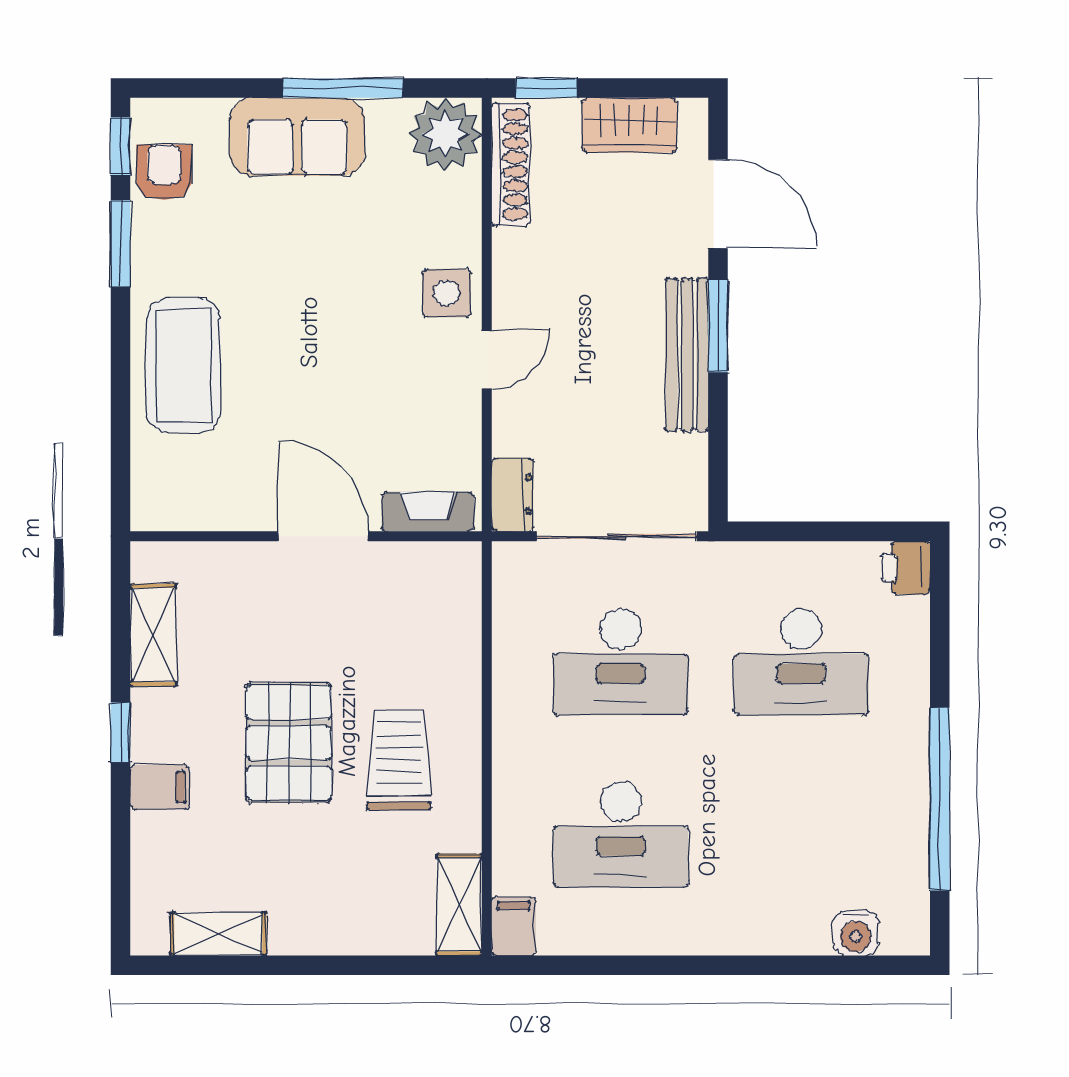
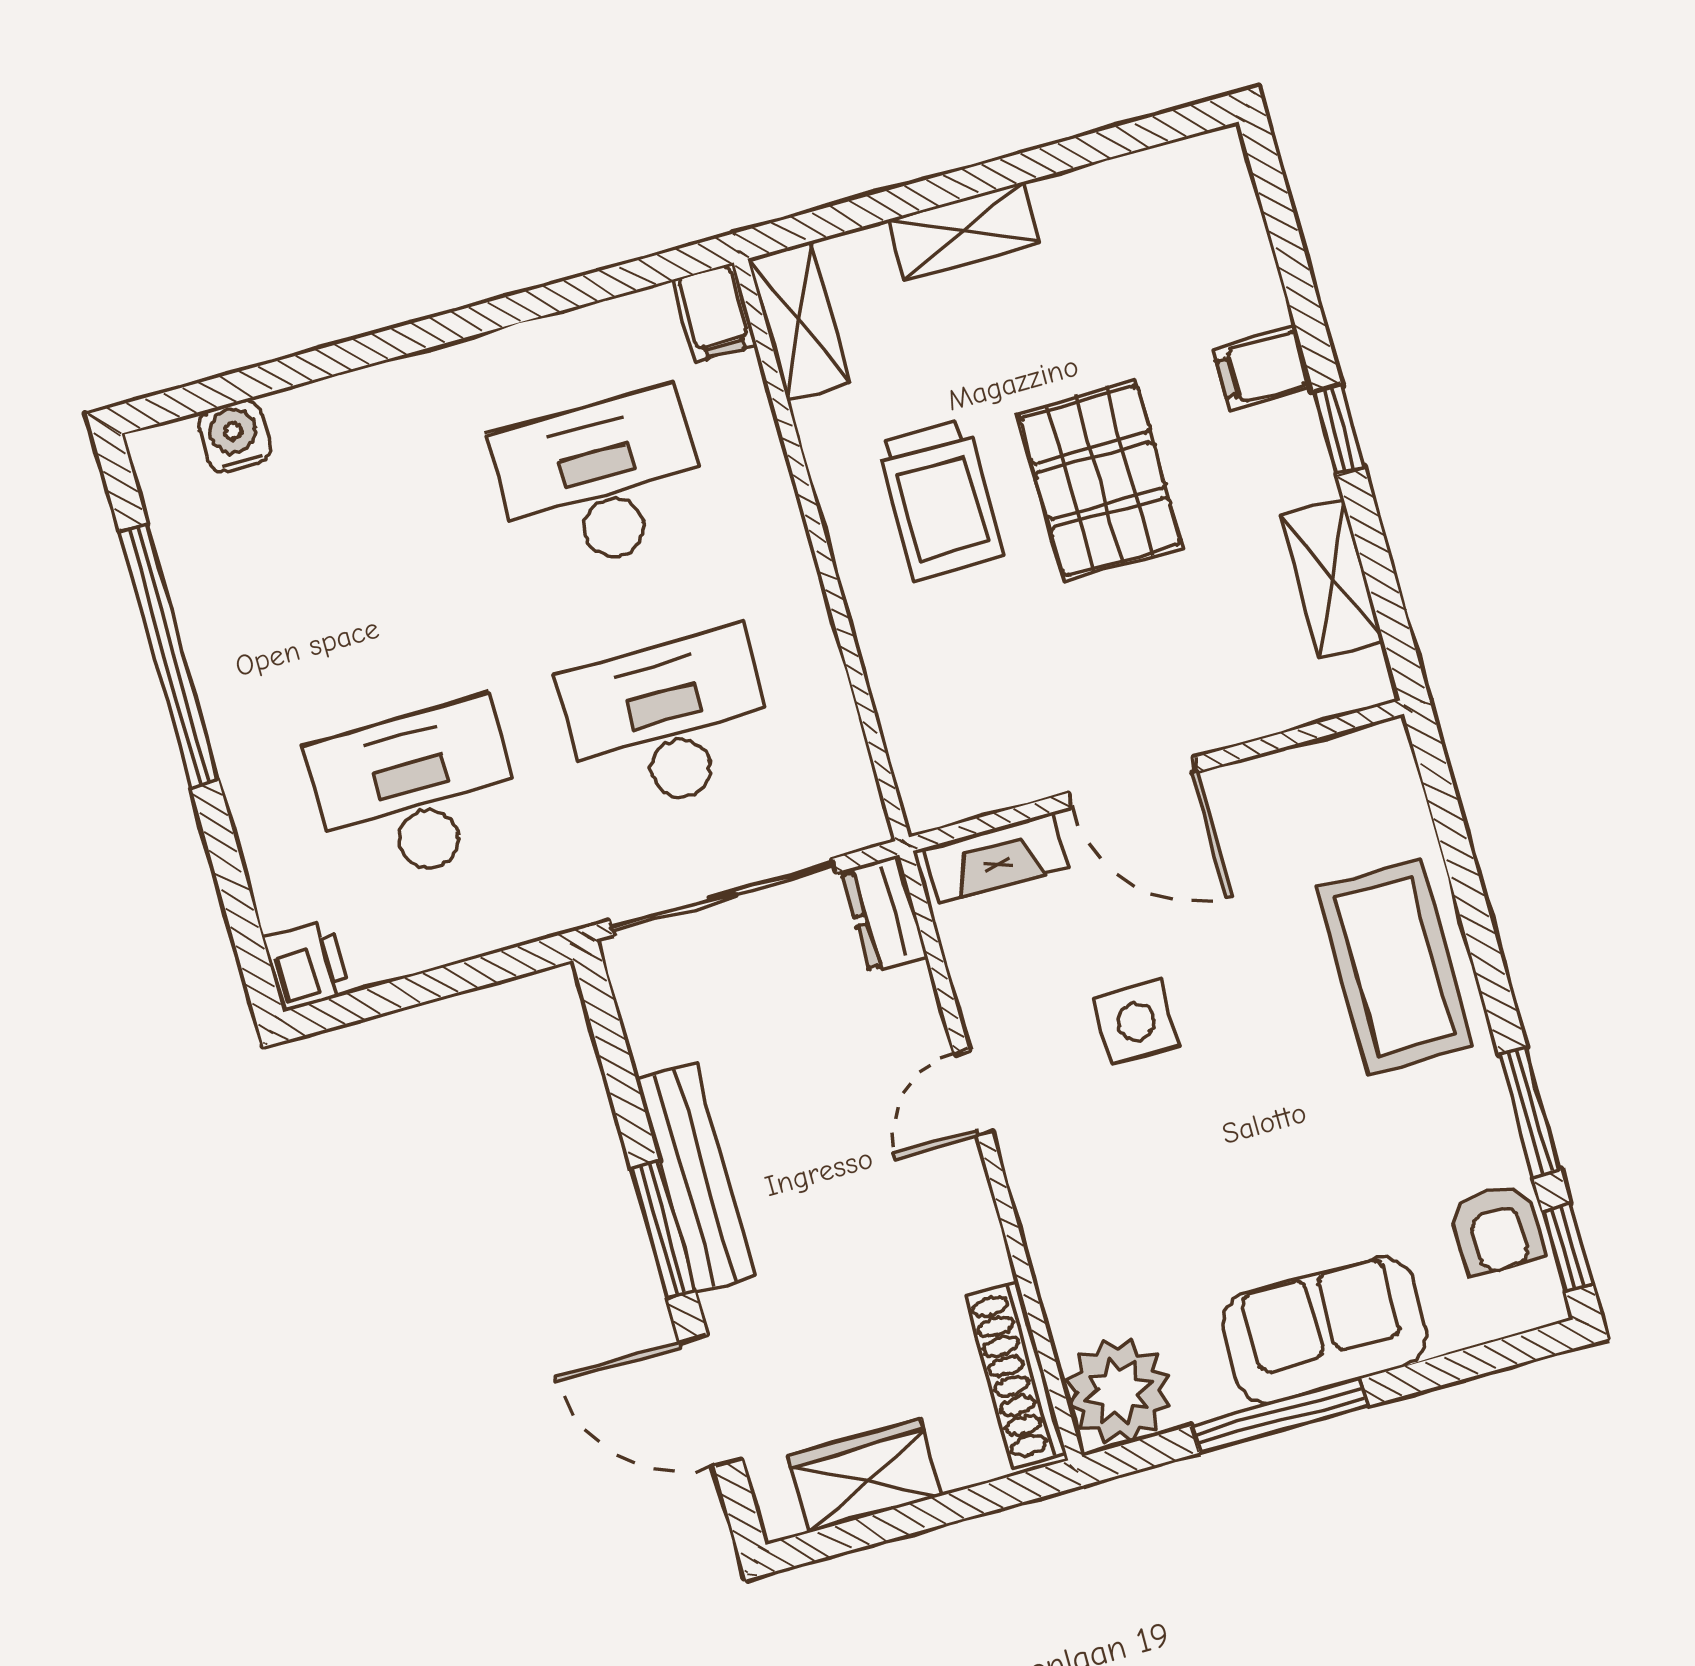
window: (546, 88) -> (996, 1495), removed
side table: (447, 293) -> (1136, 1022), moved
shelving: (218, 934) -> (964, 231), moved

